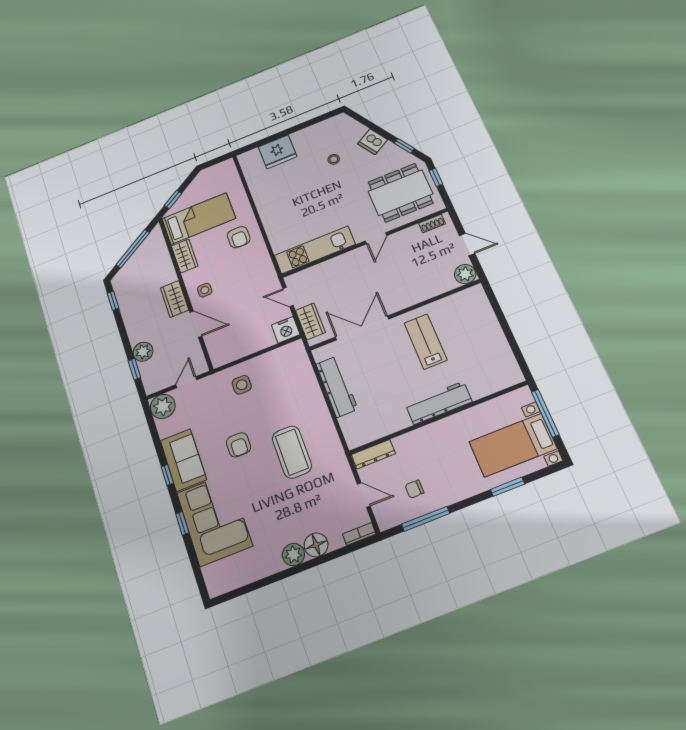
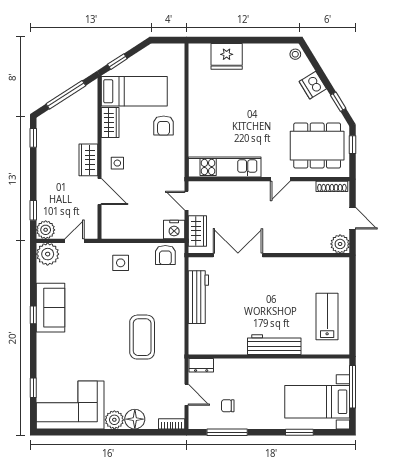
stool: (334, 159) -> (295, 54), moved
shoe rack: (432, 224) -> (332, 186), width x1.43
lab bench: (426, 342) -> (327, 317), moved
plant: (143, 352) -> (46, 230), moved
armchair: (239, 445) -> (165, 255), moved
dresser: (373, 454) -> (201, 365), width x0.70
corner sofa: (214, 519) -> (70, 405), moved, turned -90
window: (182, 523) -> (33, 388), moved

